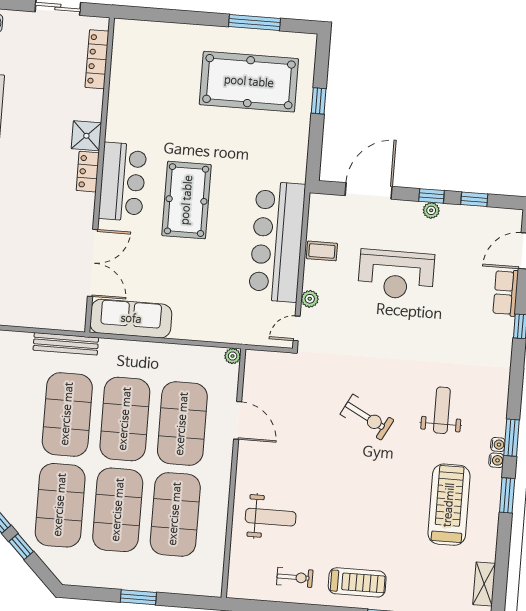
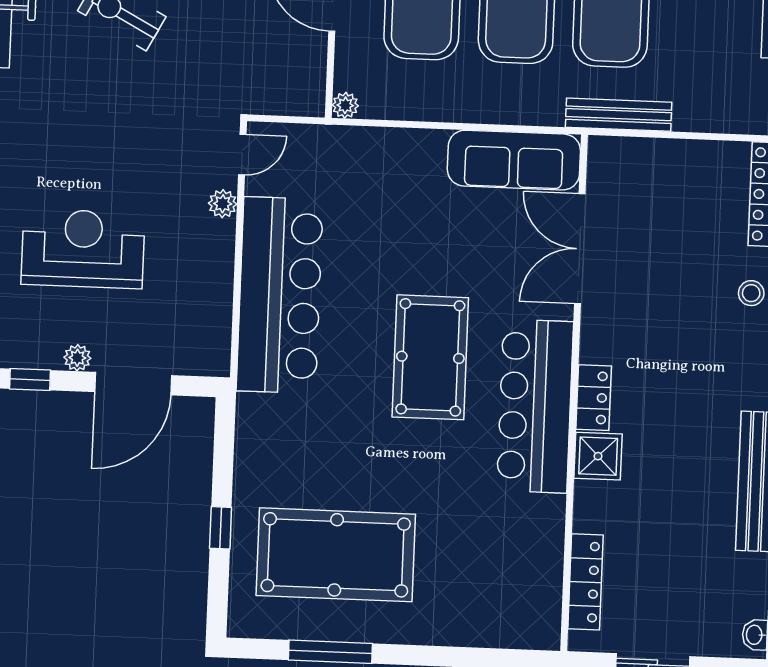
bar counter: (123, 182) -> (535, 406), width x1.36
plant: (431, 210) -> (77, 358), moved
coffee table: (322, 251) -> (206, 283), removed

